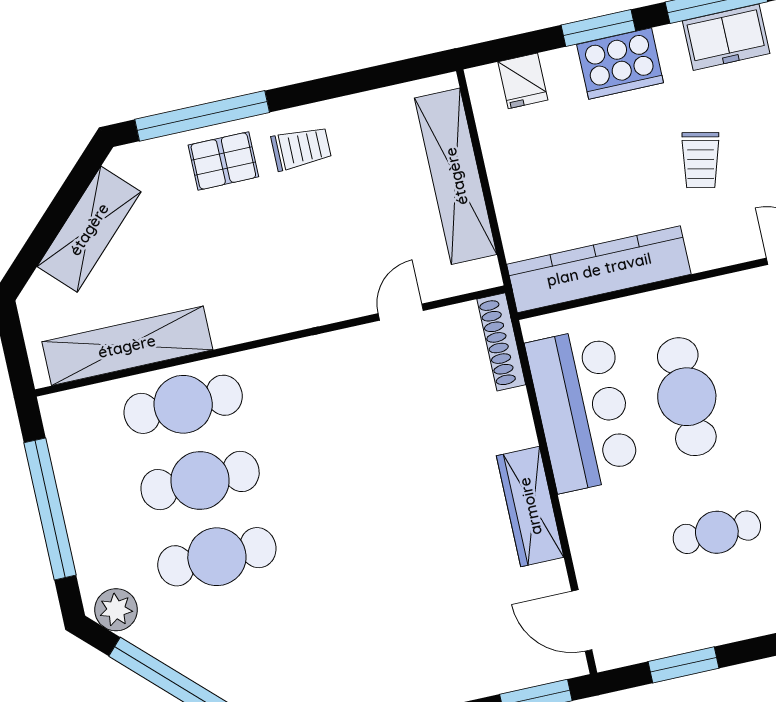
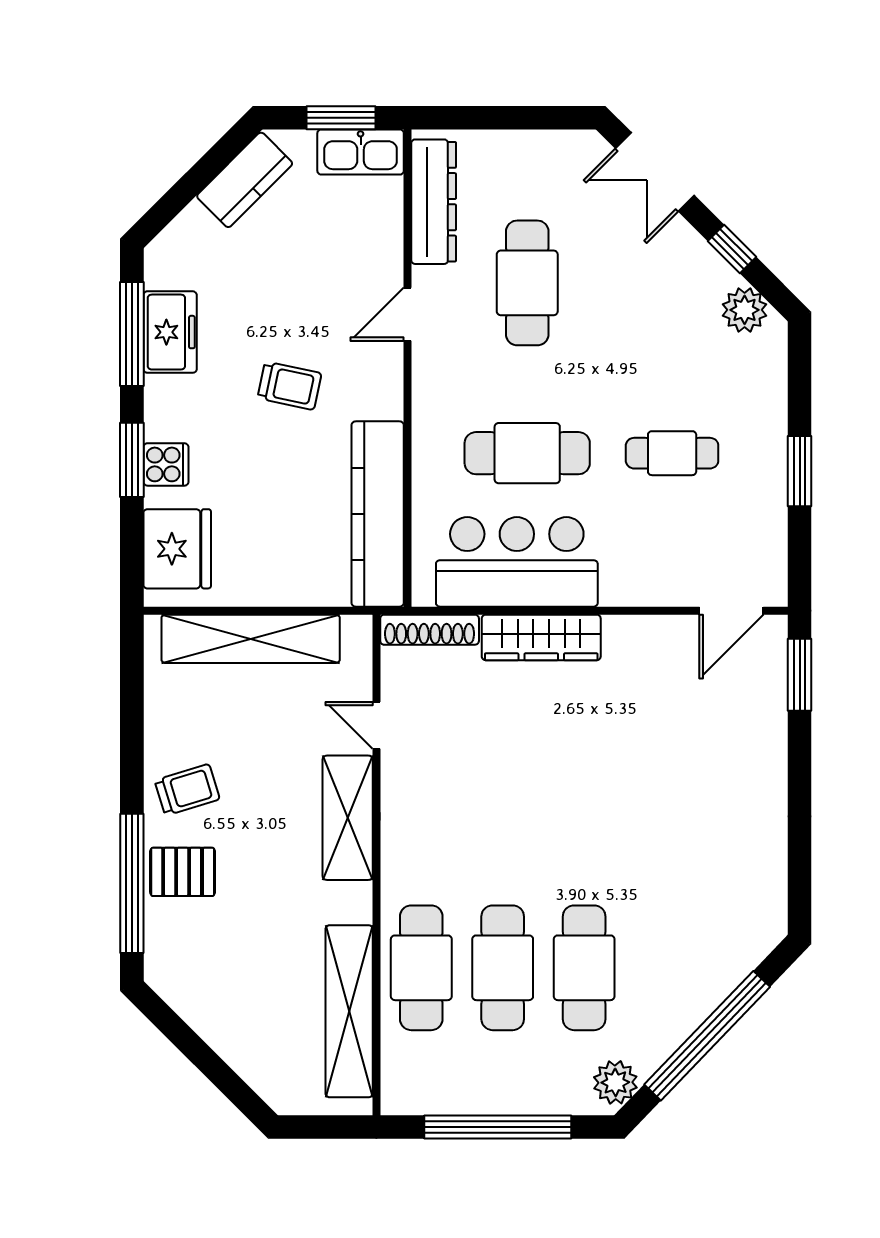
cooker: (620, 64) -> (166, 464), width x0.53, depth x0.76
fridge: (523, 81) -> (177, 549), width x1.88, depth x1.34
trolley: (301, 148) -> (187, 790), turned 73
pallet: (223, 161) -> (183, 872), turned 90
shelving: (89, 229) -> (348, 818), moved, turned 45
wardrobe: (530, 506) -> (541, 637), moved
cafe table: (717, 532) -> (672, 453), turned 90
window: (683, 665) -> (800, 471), moved

